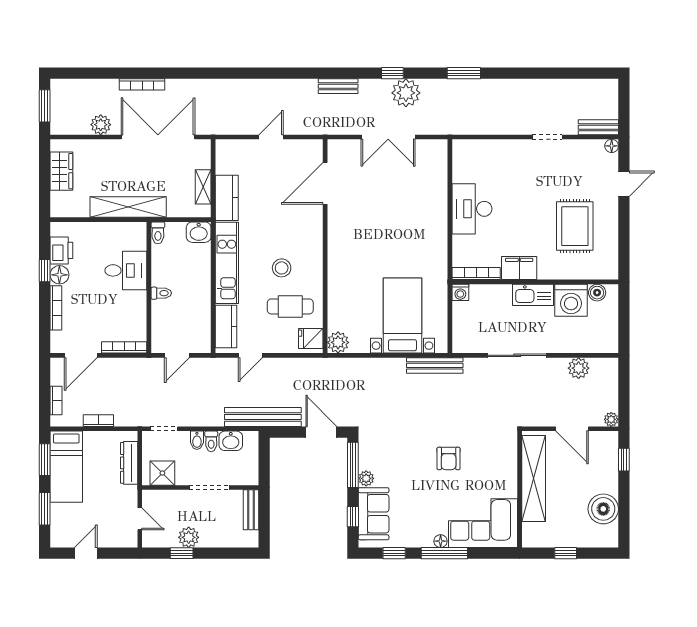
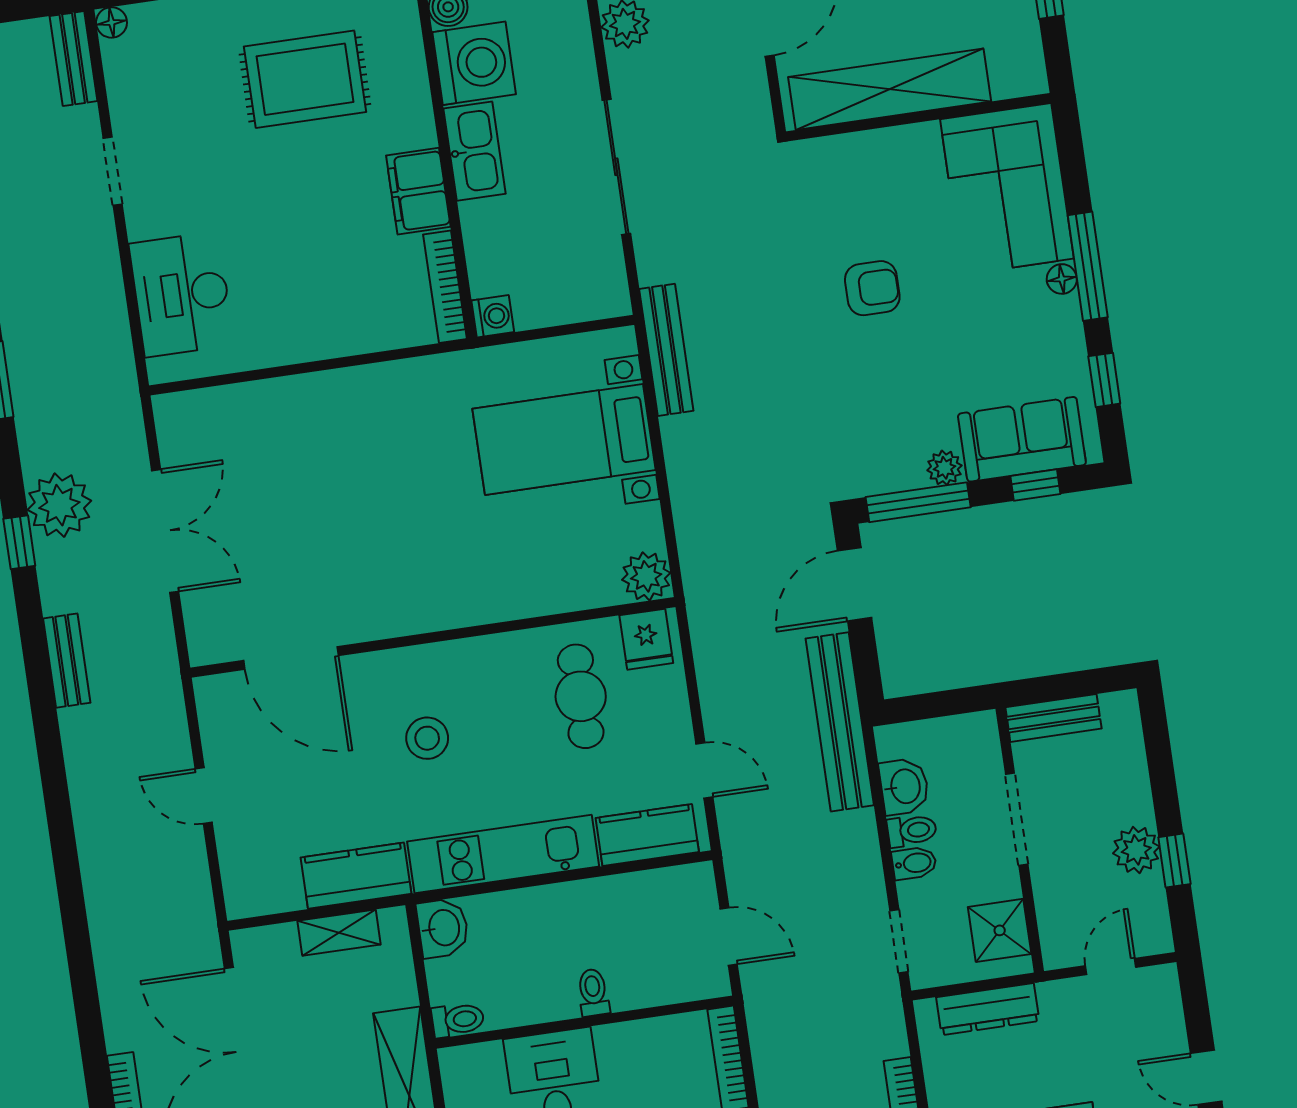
desk: (472, 209) -> (182, 294), moved, turned 90
stool: (282, 268) -> (427, 738), moved

